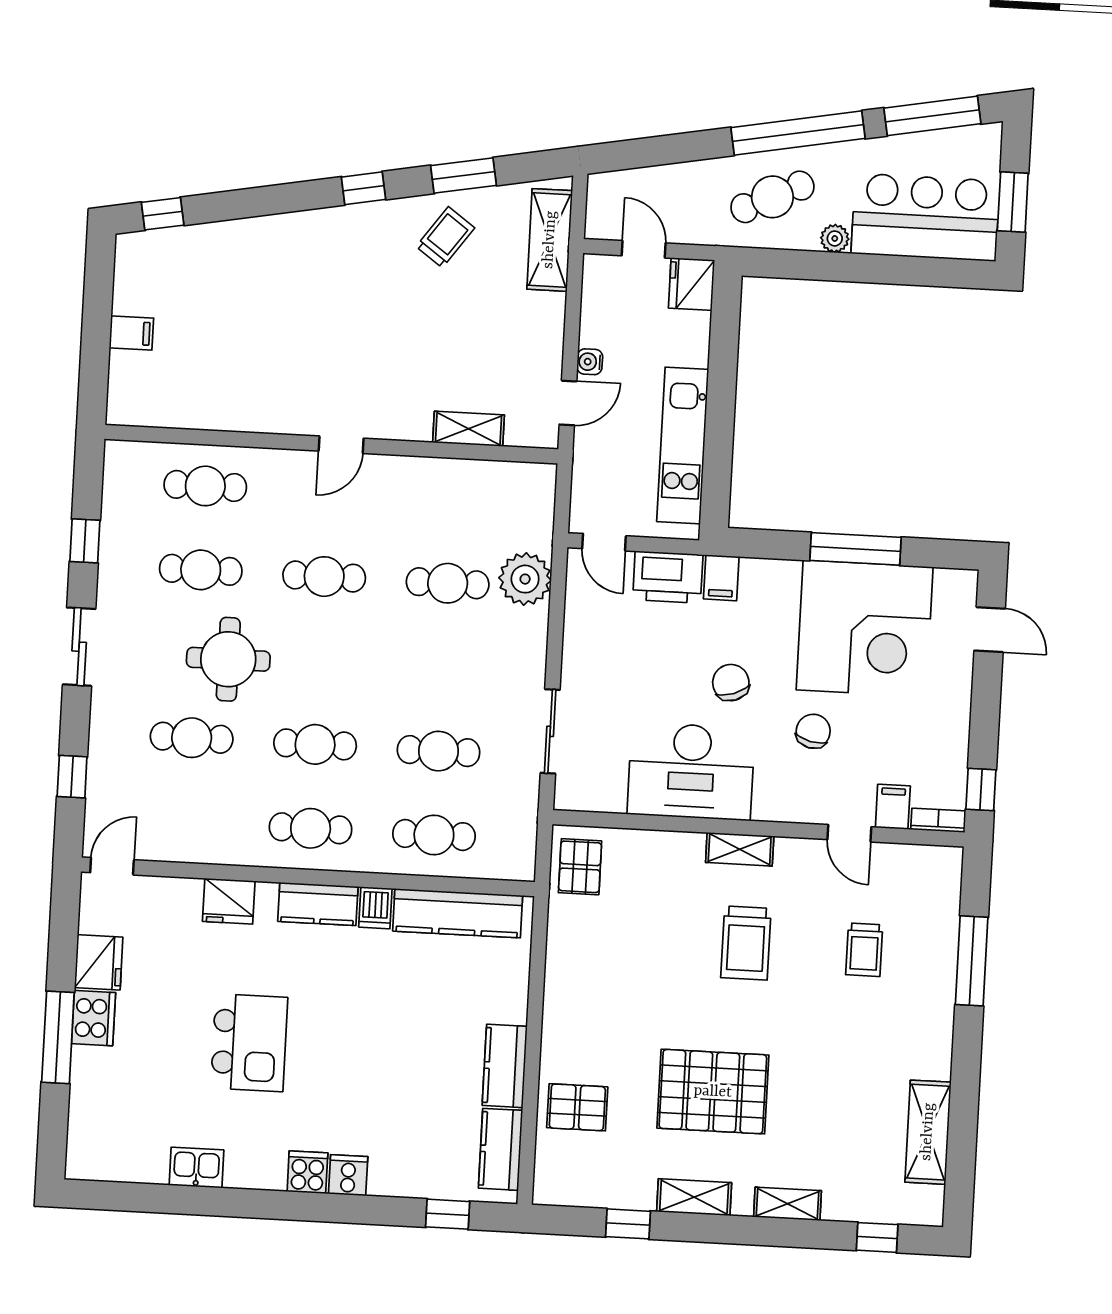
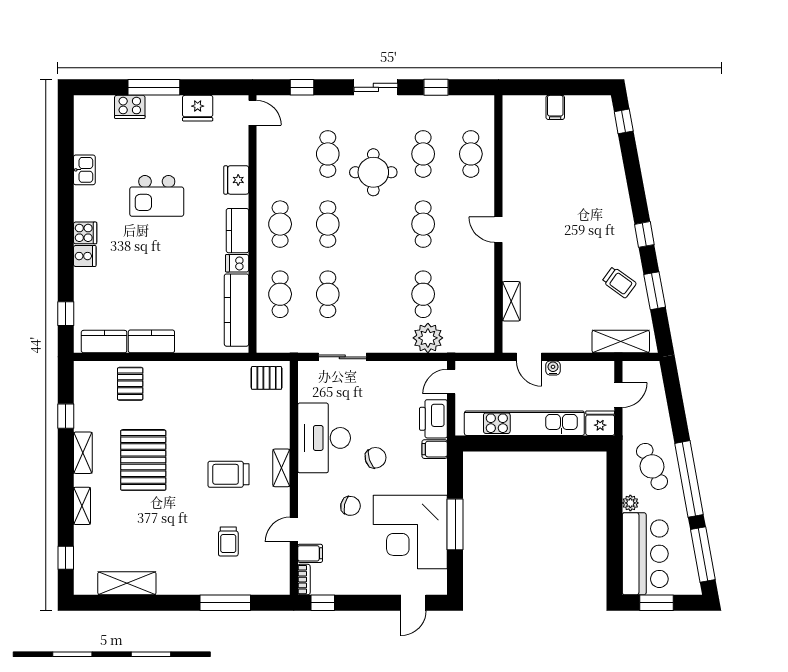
kitchen unit: (683, 445) -> (524, 423), width x1.36
trolley: (864, 950) -> (228, 541), turned -90
cooker: (93, 1018) -> (130, 107), moved

